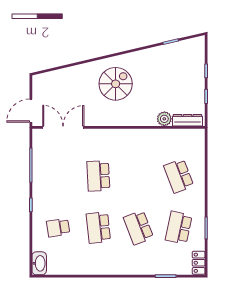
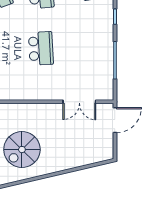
double door: (63, 127) -> (79, 102), width x0.73

